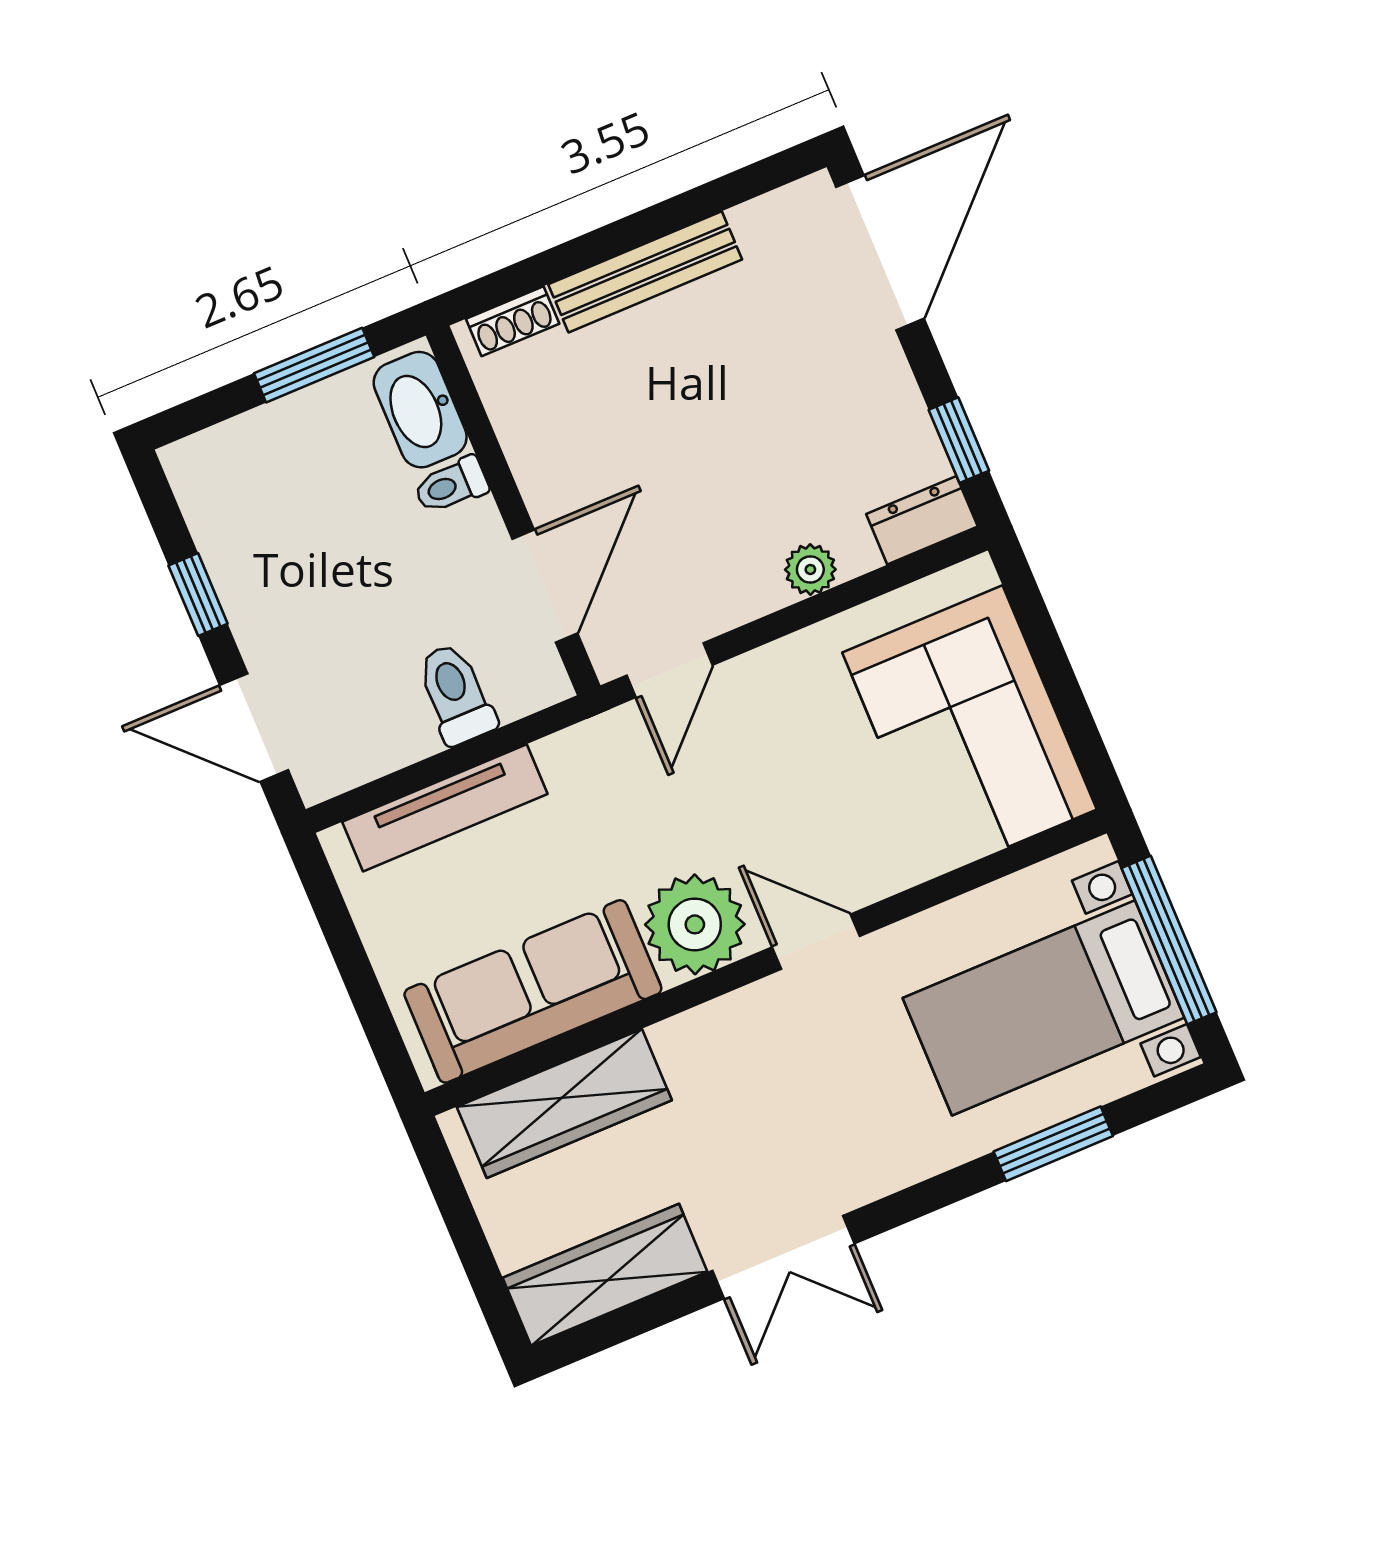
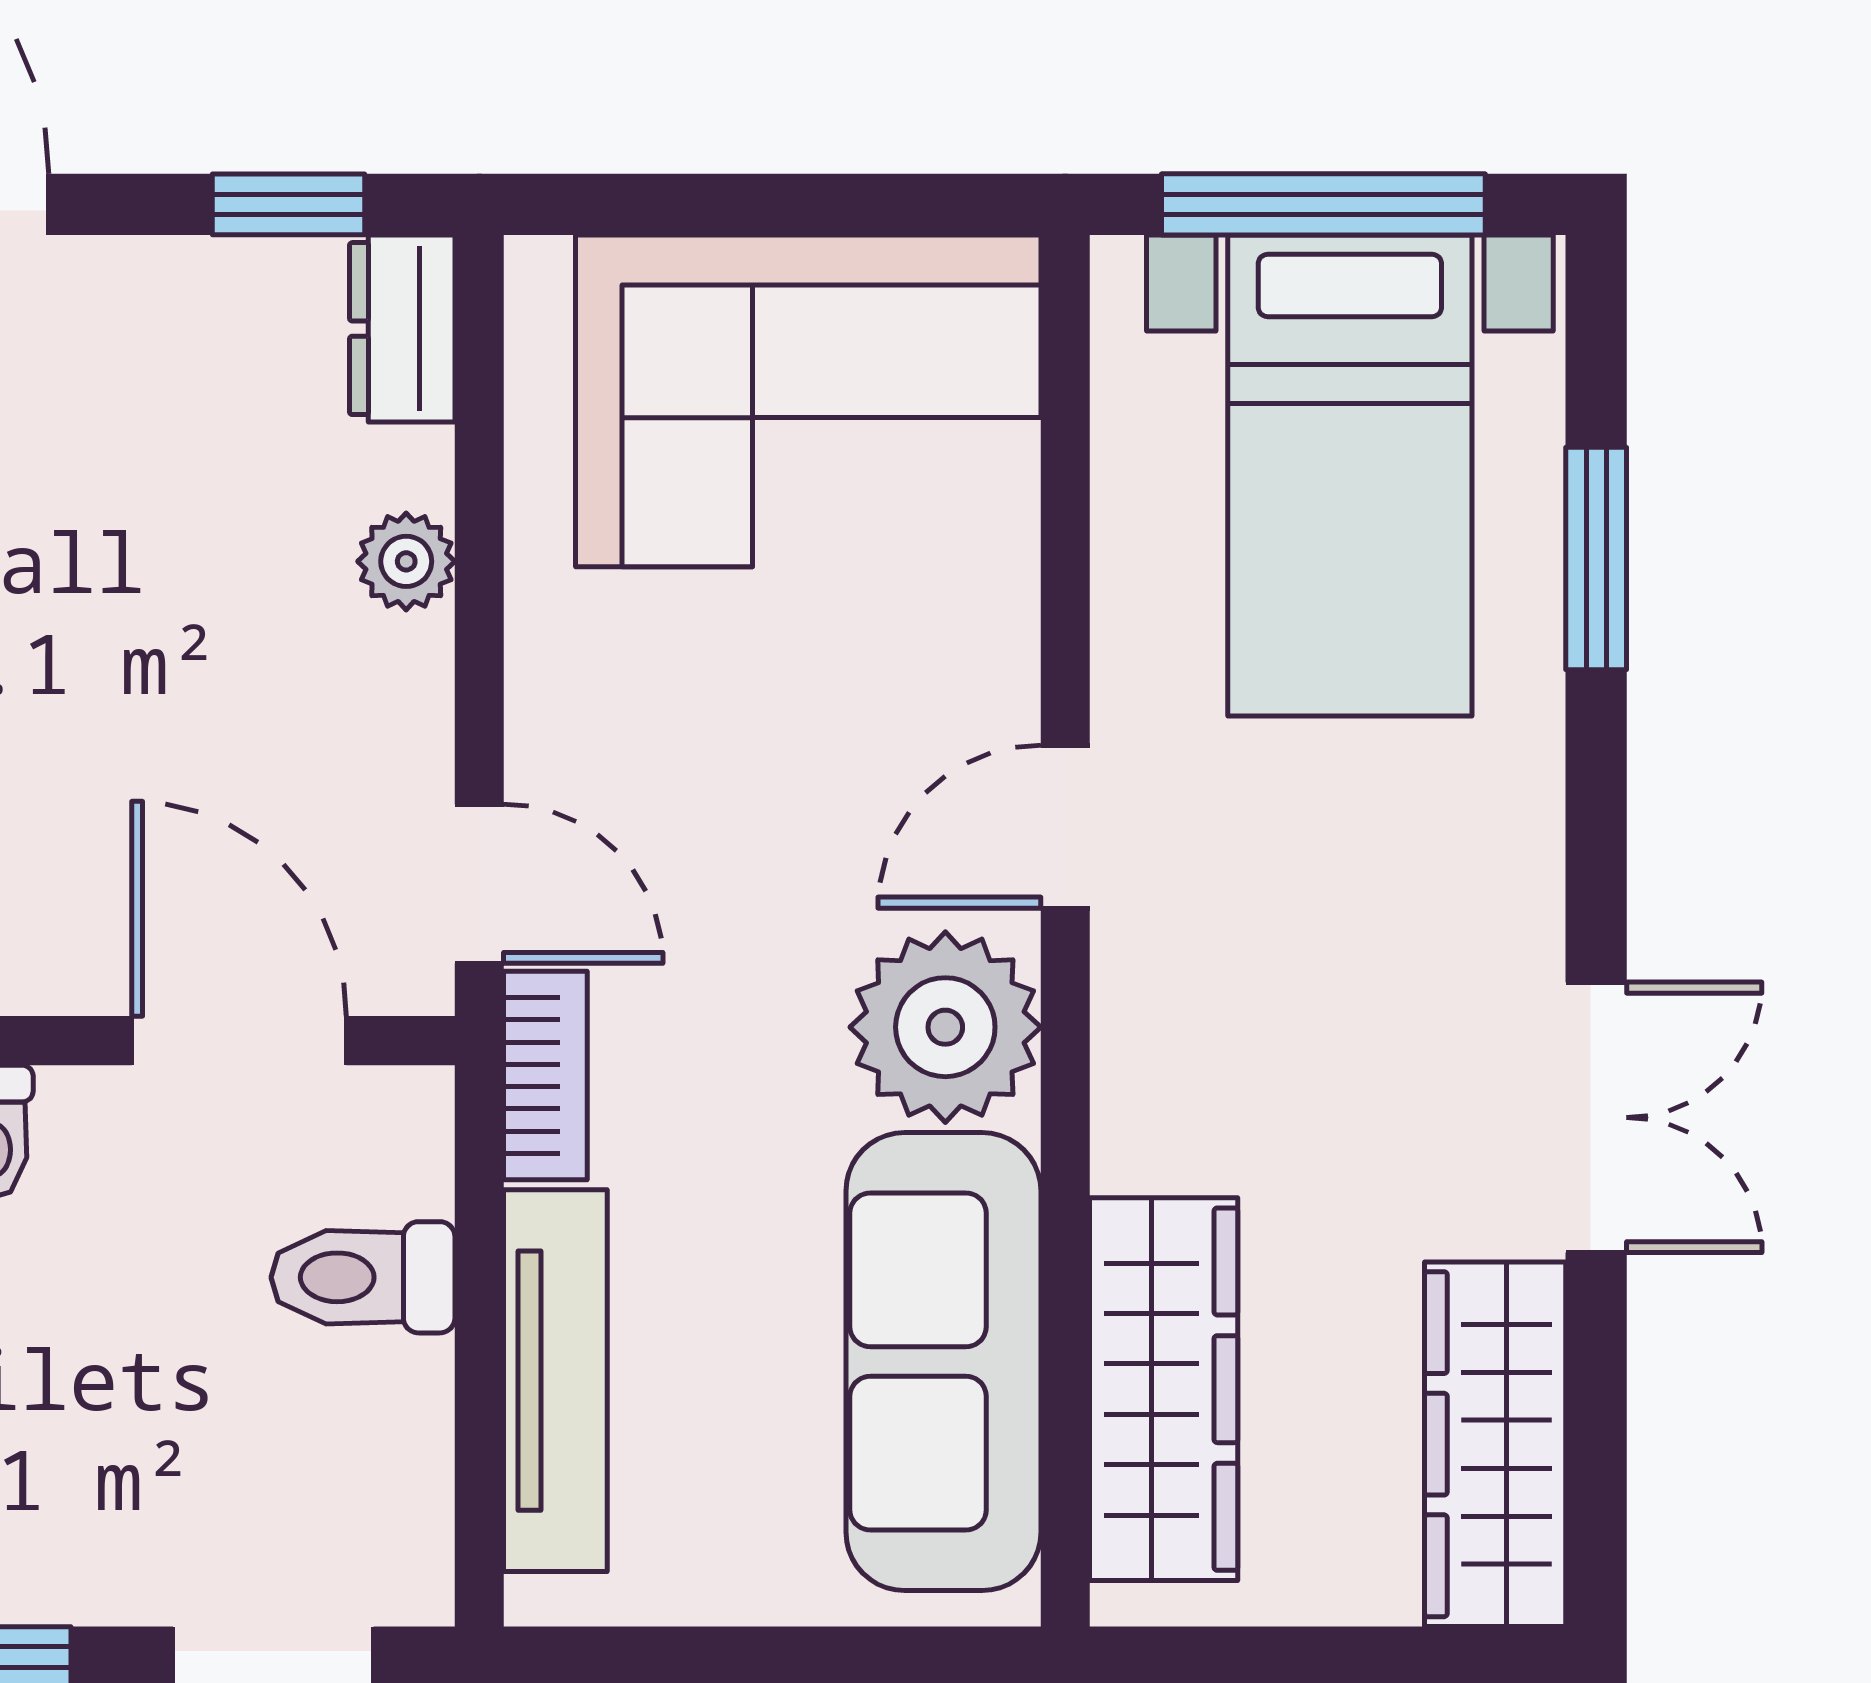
bookcase: (590, 741) -> (545, 1076), added

